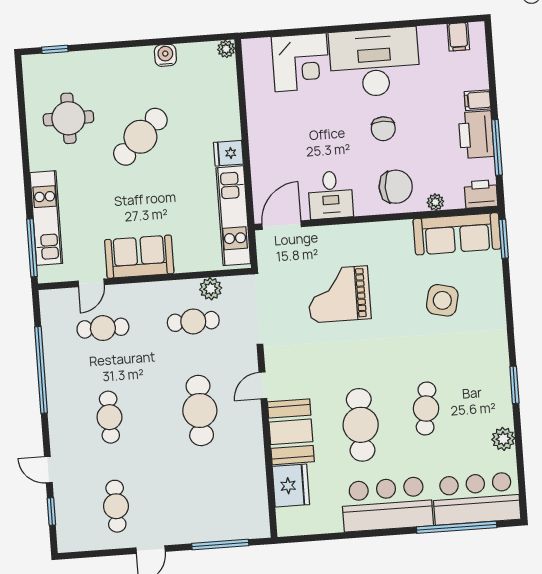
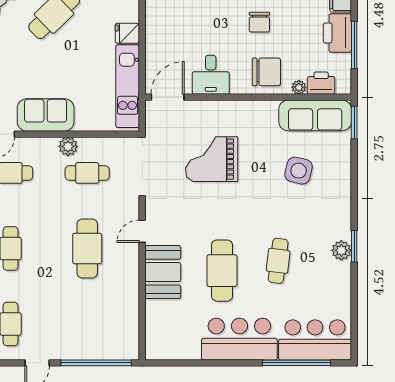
printer: (481, 194) -> (321, 83), moved
plant: (211, 289) -> (68, 146), moved
plant: (503, 439) -> (341, 250), moved
fridge: (291, 486) -> (159, 317), removed
window: (220, 545) -> (96, 363), width x1.46

